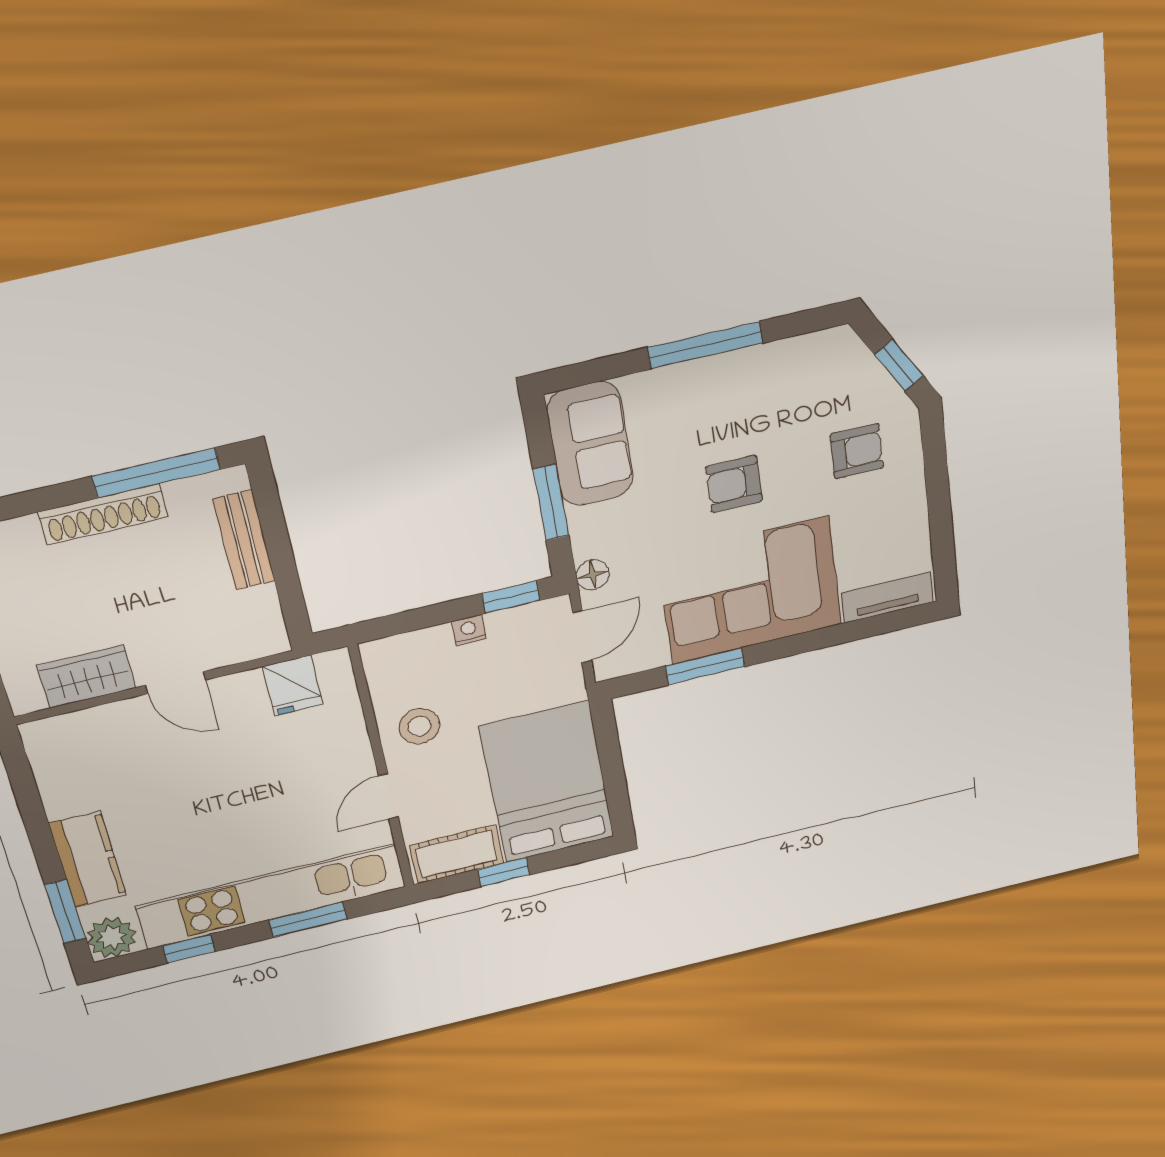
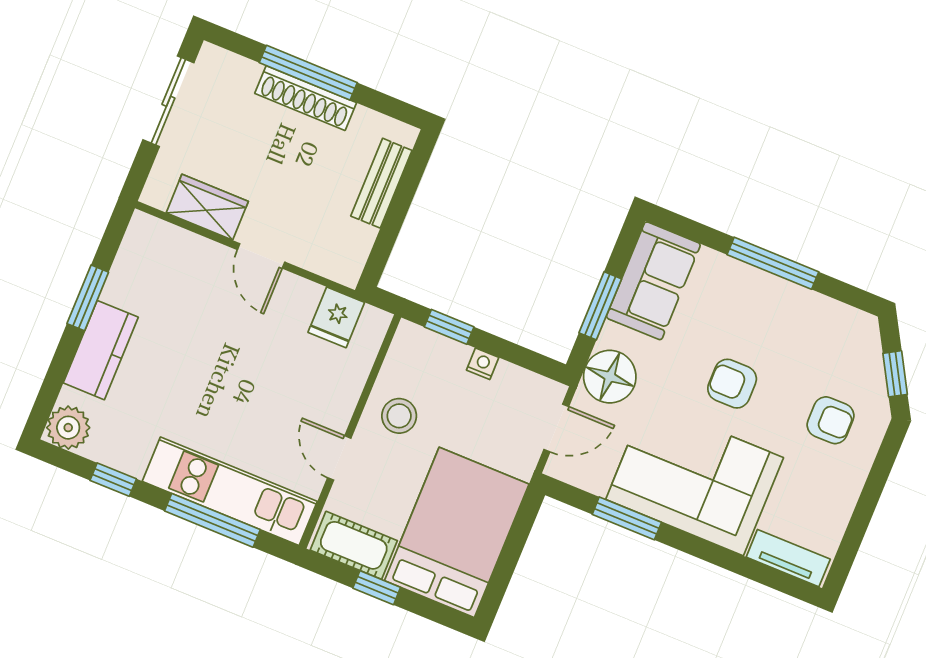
window: (156, 473) -> (308, 73), moved
floor lamp: (593, 575) -> (610, 377), width x1.89, depth x1.89
window: (511, 597) -> (449, 327), moved
door: (388, 796) -> (339, 458), hinge flipped
kitchen unit: (271, 896) -> (230, 491), width x0.73
window: (65, 912) -> (88, 298), moved
window: (308, 920) -> (212, 520), width x1.44

